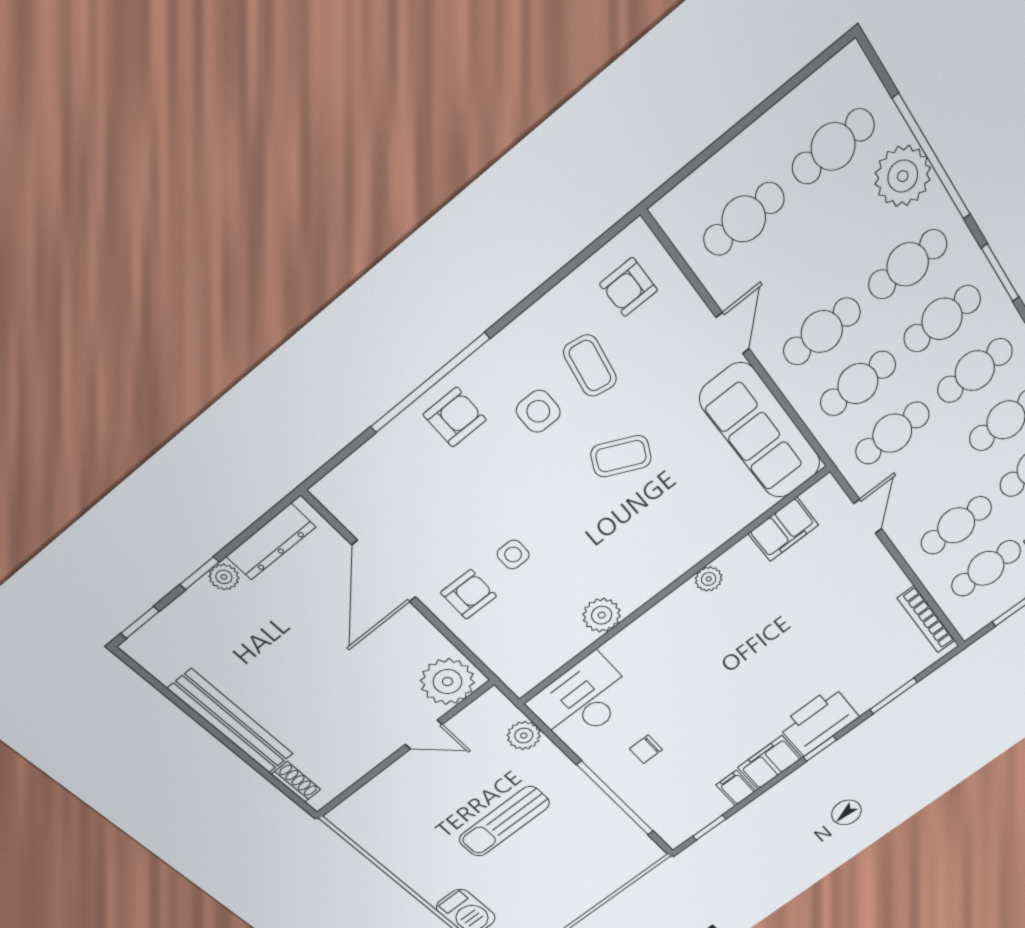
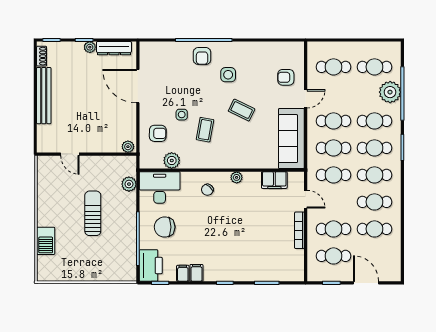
armchair: (629, 287) -> (286, 77), moved
coffee table: (590, 366) -> (205, 130), moved
armchair: (455, 417) -> (202, 56), turned 90
door: (868, 516) -> (306, 199), hinge flipped
door: (384, 571) -> (138, 86), hinge flipped
armchair: (469, 594) -> (158, 133), moved
plant: (602, 615) -> (172, 160), moved
bookcase: (926, 619) -> (299, 230), moved
chair: (672, 639) -> (207, 190), added
plant: (447, 682) -> (128, 147), width x0.53, depth x0.53
printer: (819, 721) -> (151, 265), moved, turned 90
door: (424, 734) -> (70, 154), moved
chair: (646, 749) -> (165, 227), width x1.87, depth x1.87
filing cabinet: (770, 763) -> (196, 273), width x0.50
shoe rack: (296, 782) -> (42, 56), moved
sun lounger: (504, 821) -> (93, 213), turned 90

